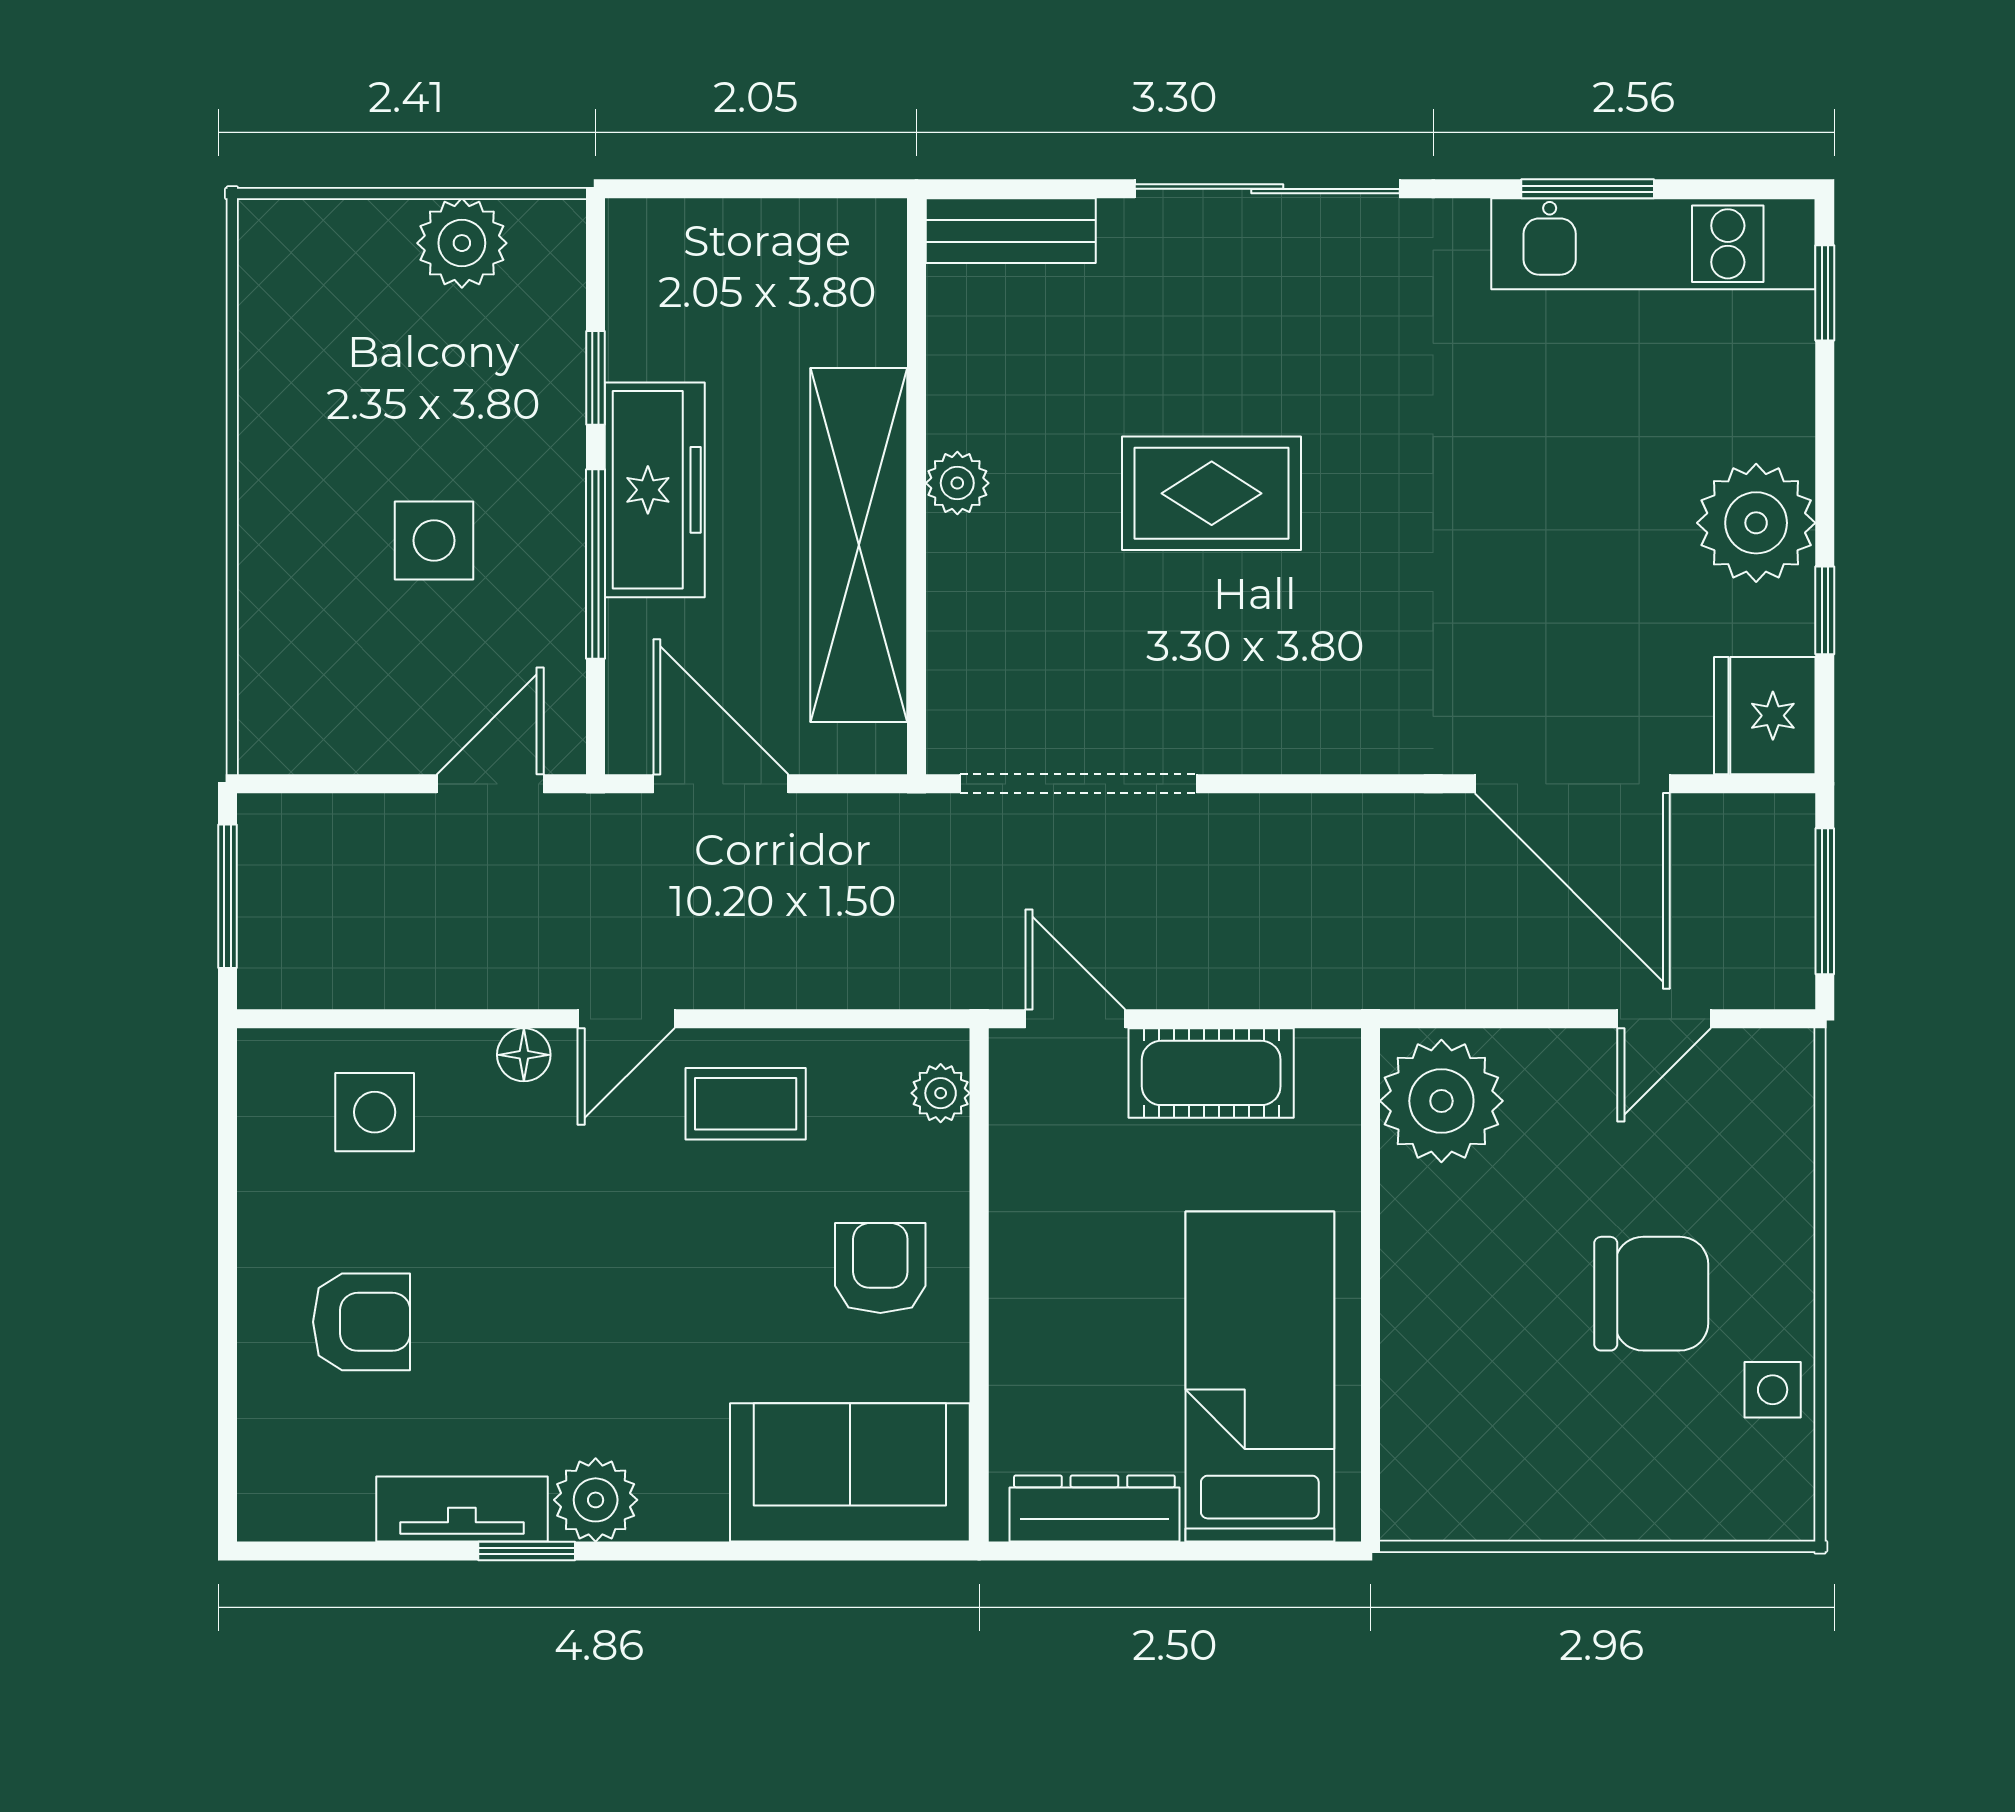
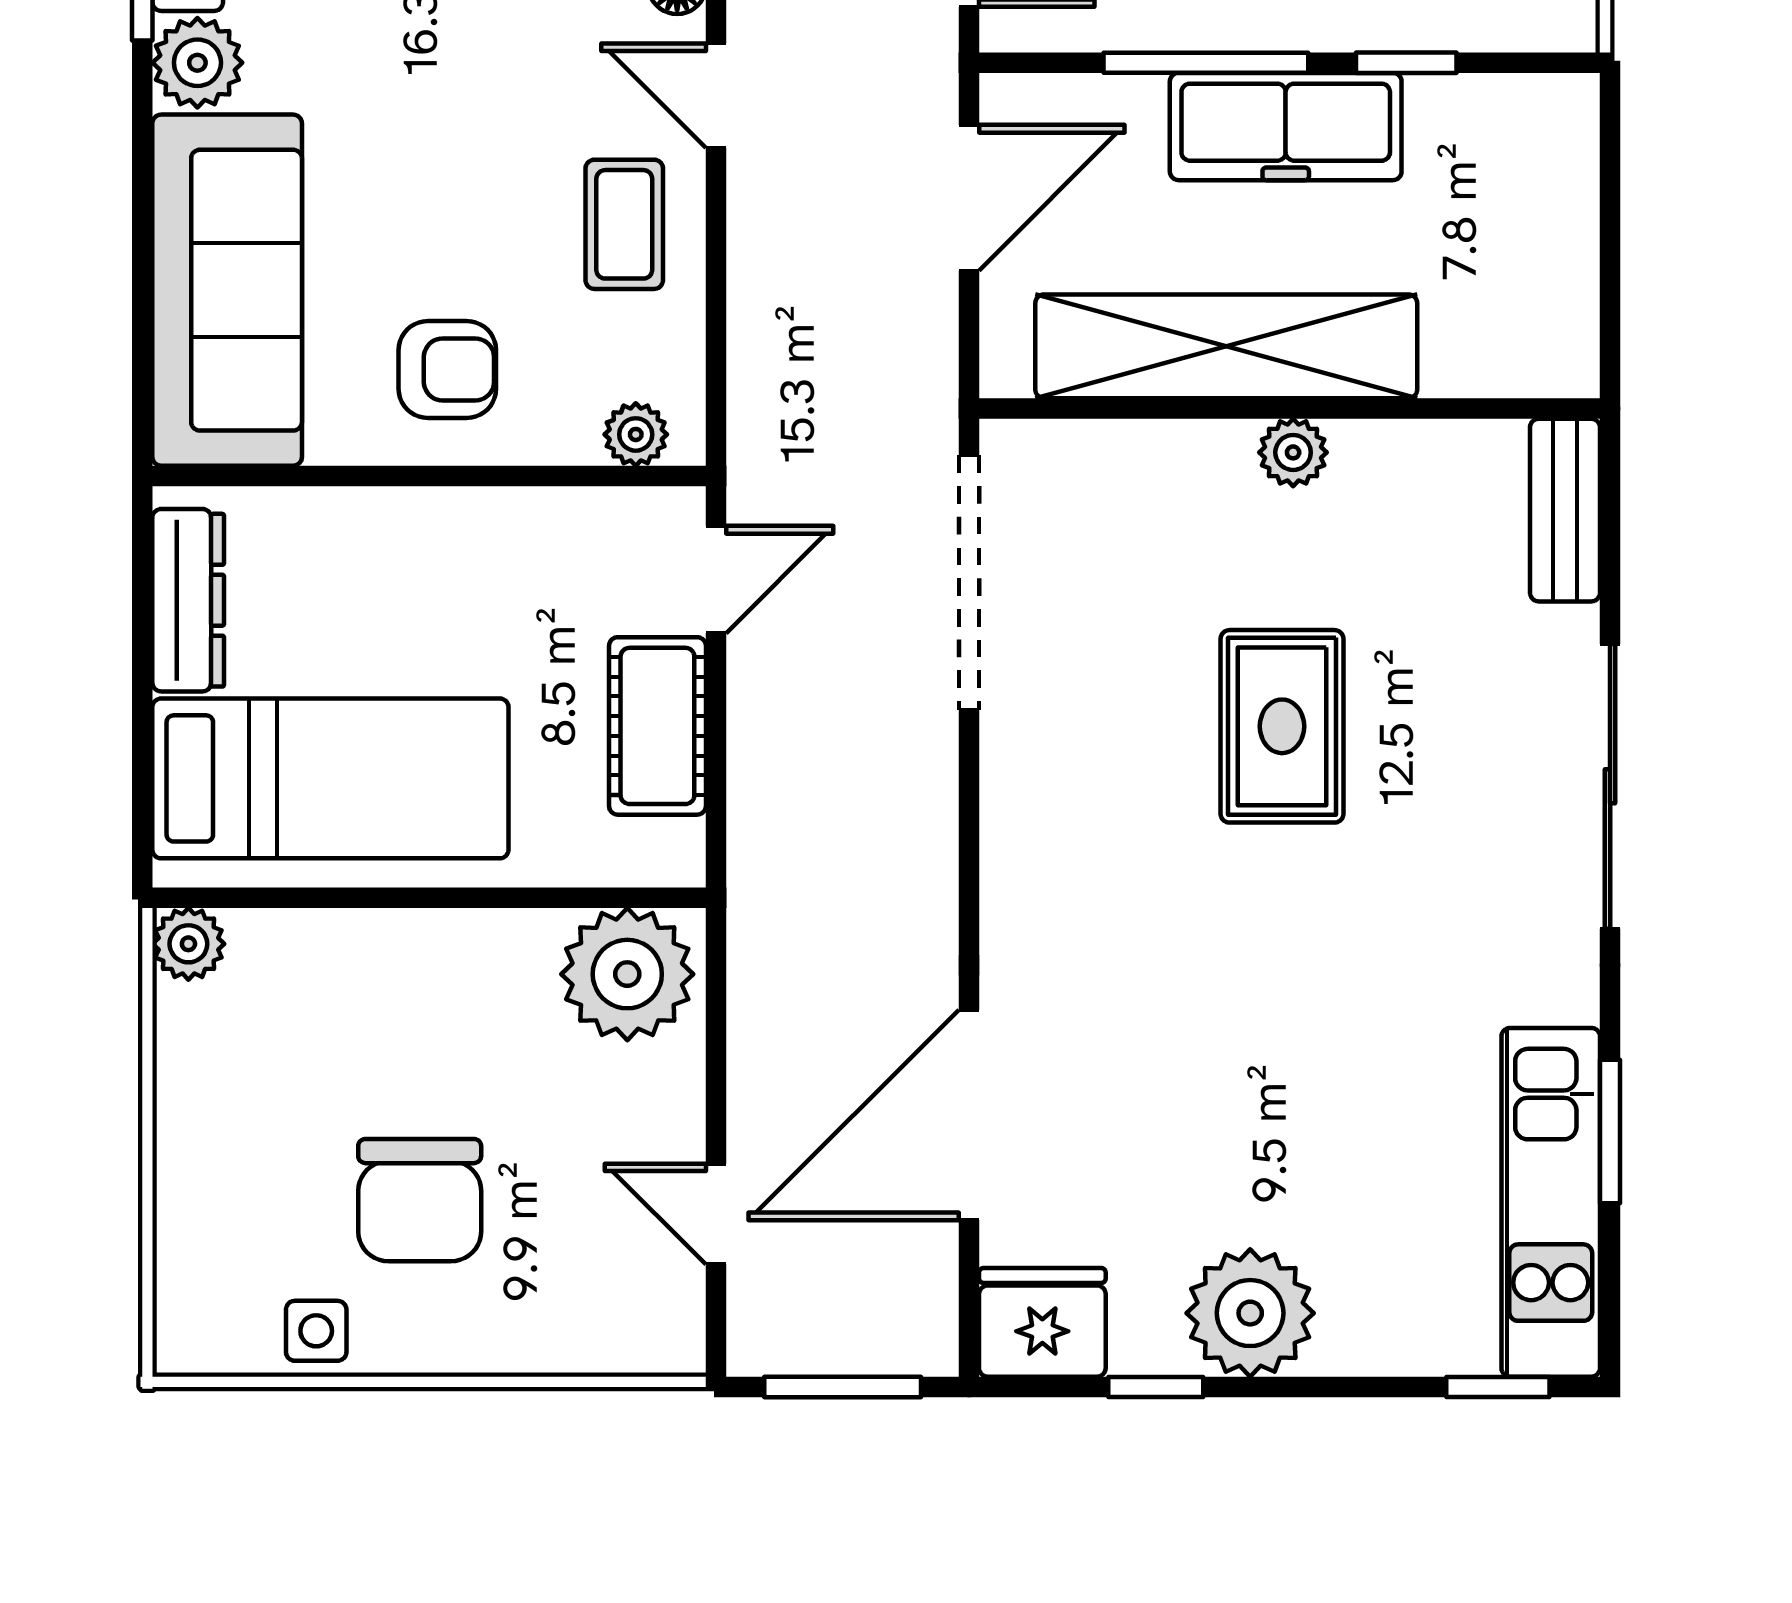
sofa: (850, 1472) -> (227, 290), width x1.36
plant: (1413, 1508) -> (188, 944), added

